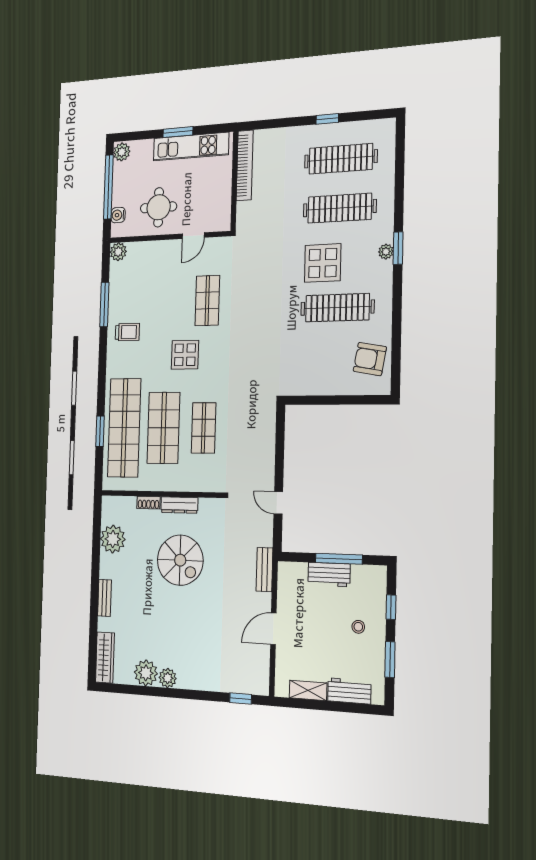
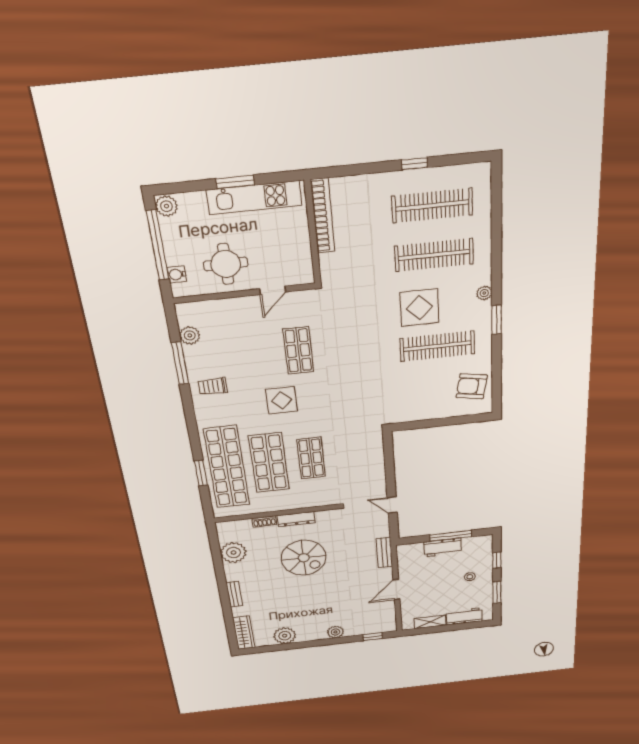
window: (398, 248) -> (497, 320), moved
plant: (118, 252) -> (190, 335), moved
trolley: (127, 332) -> (213, 386), turned 180
plant: (168, 678) -> (336, 632), moved

